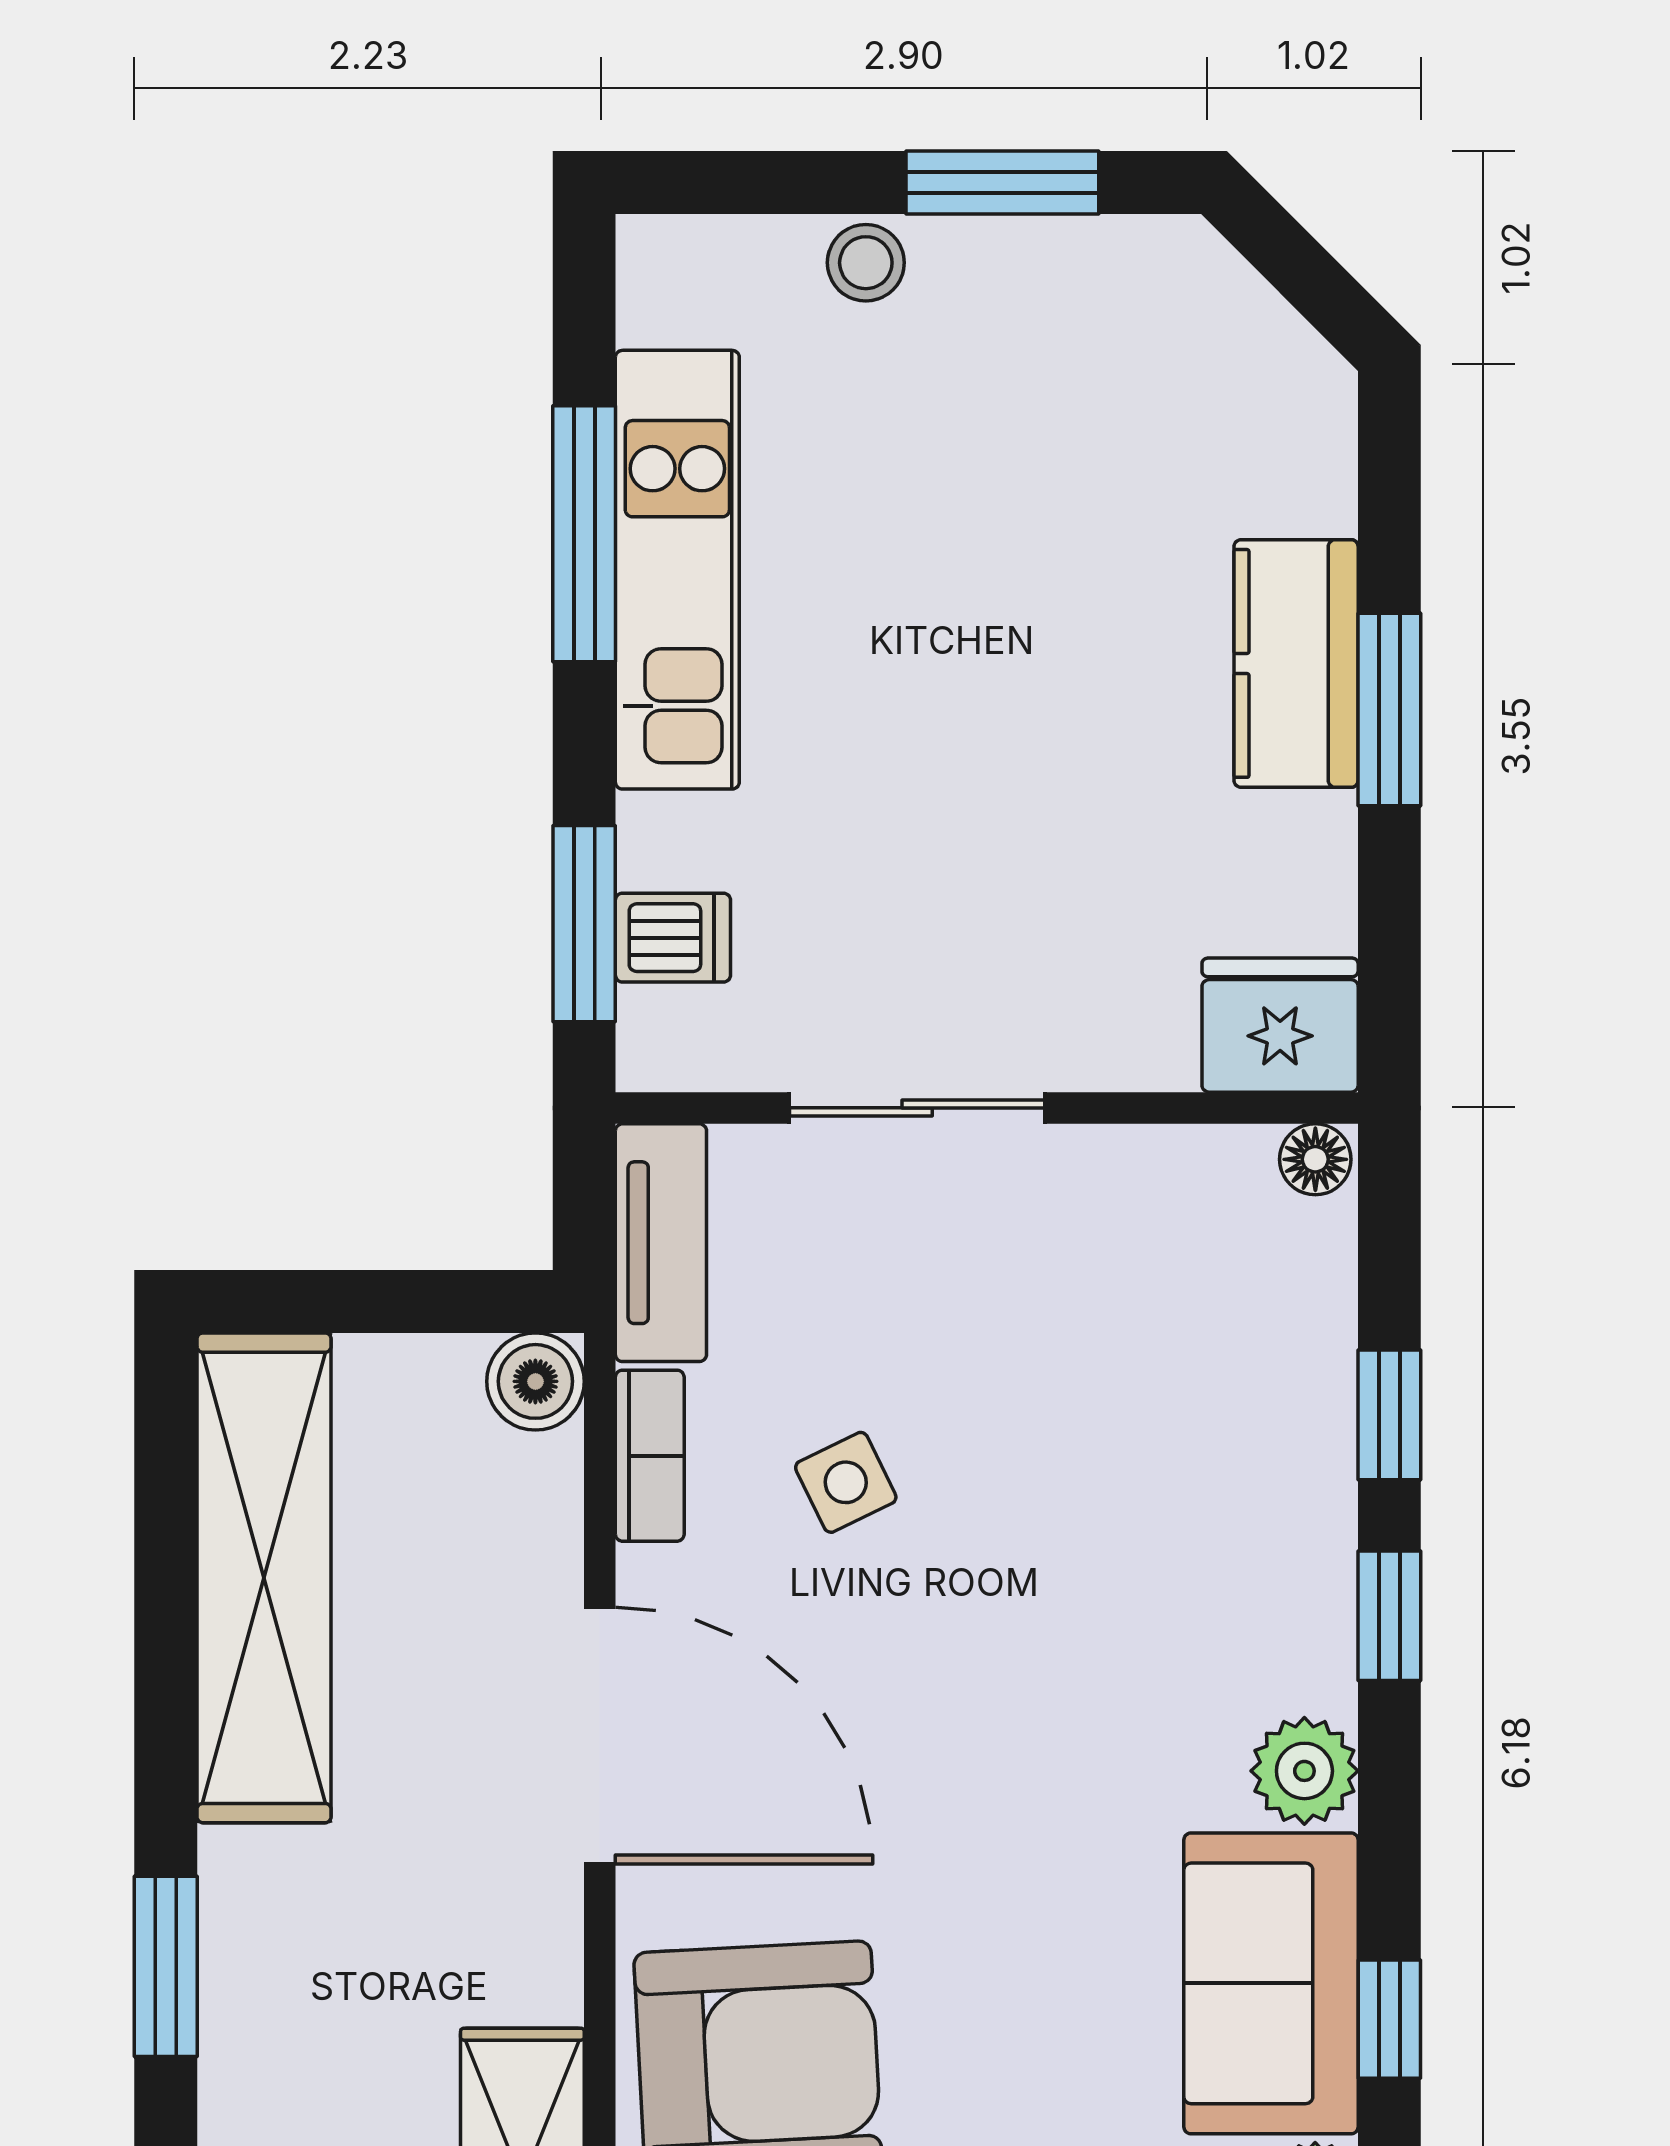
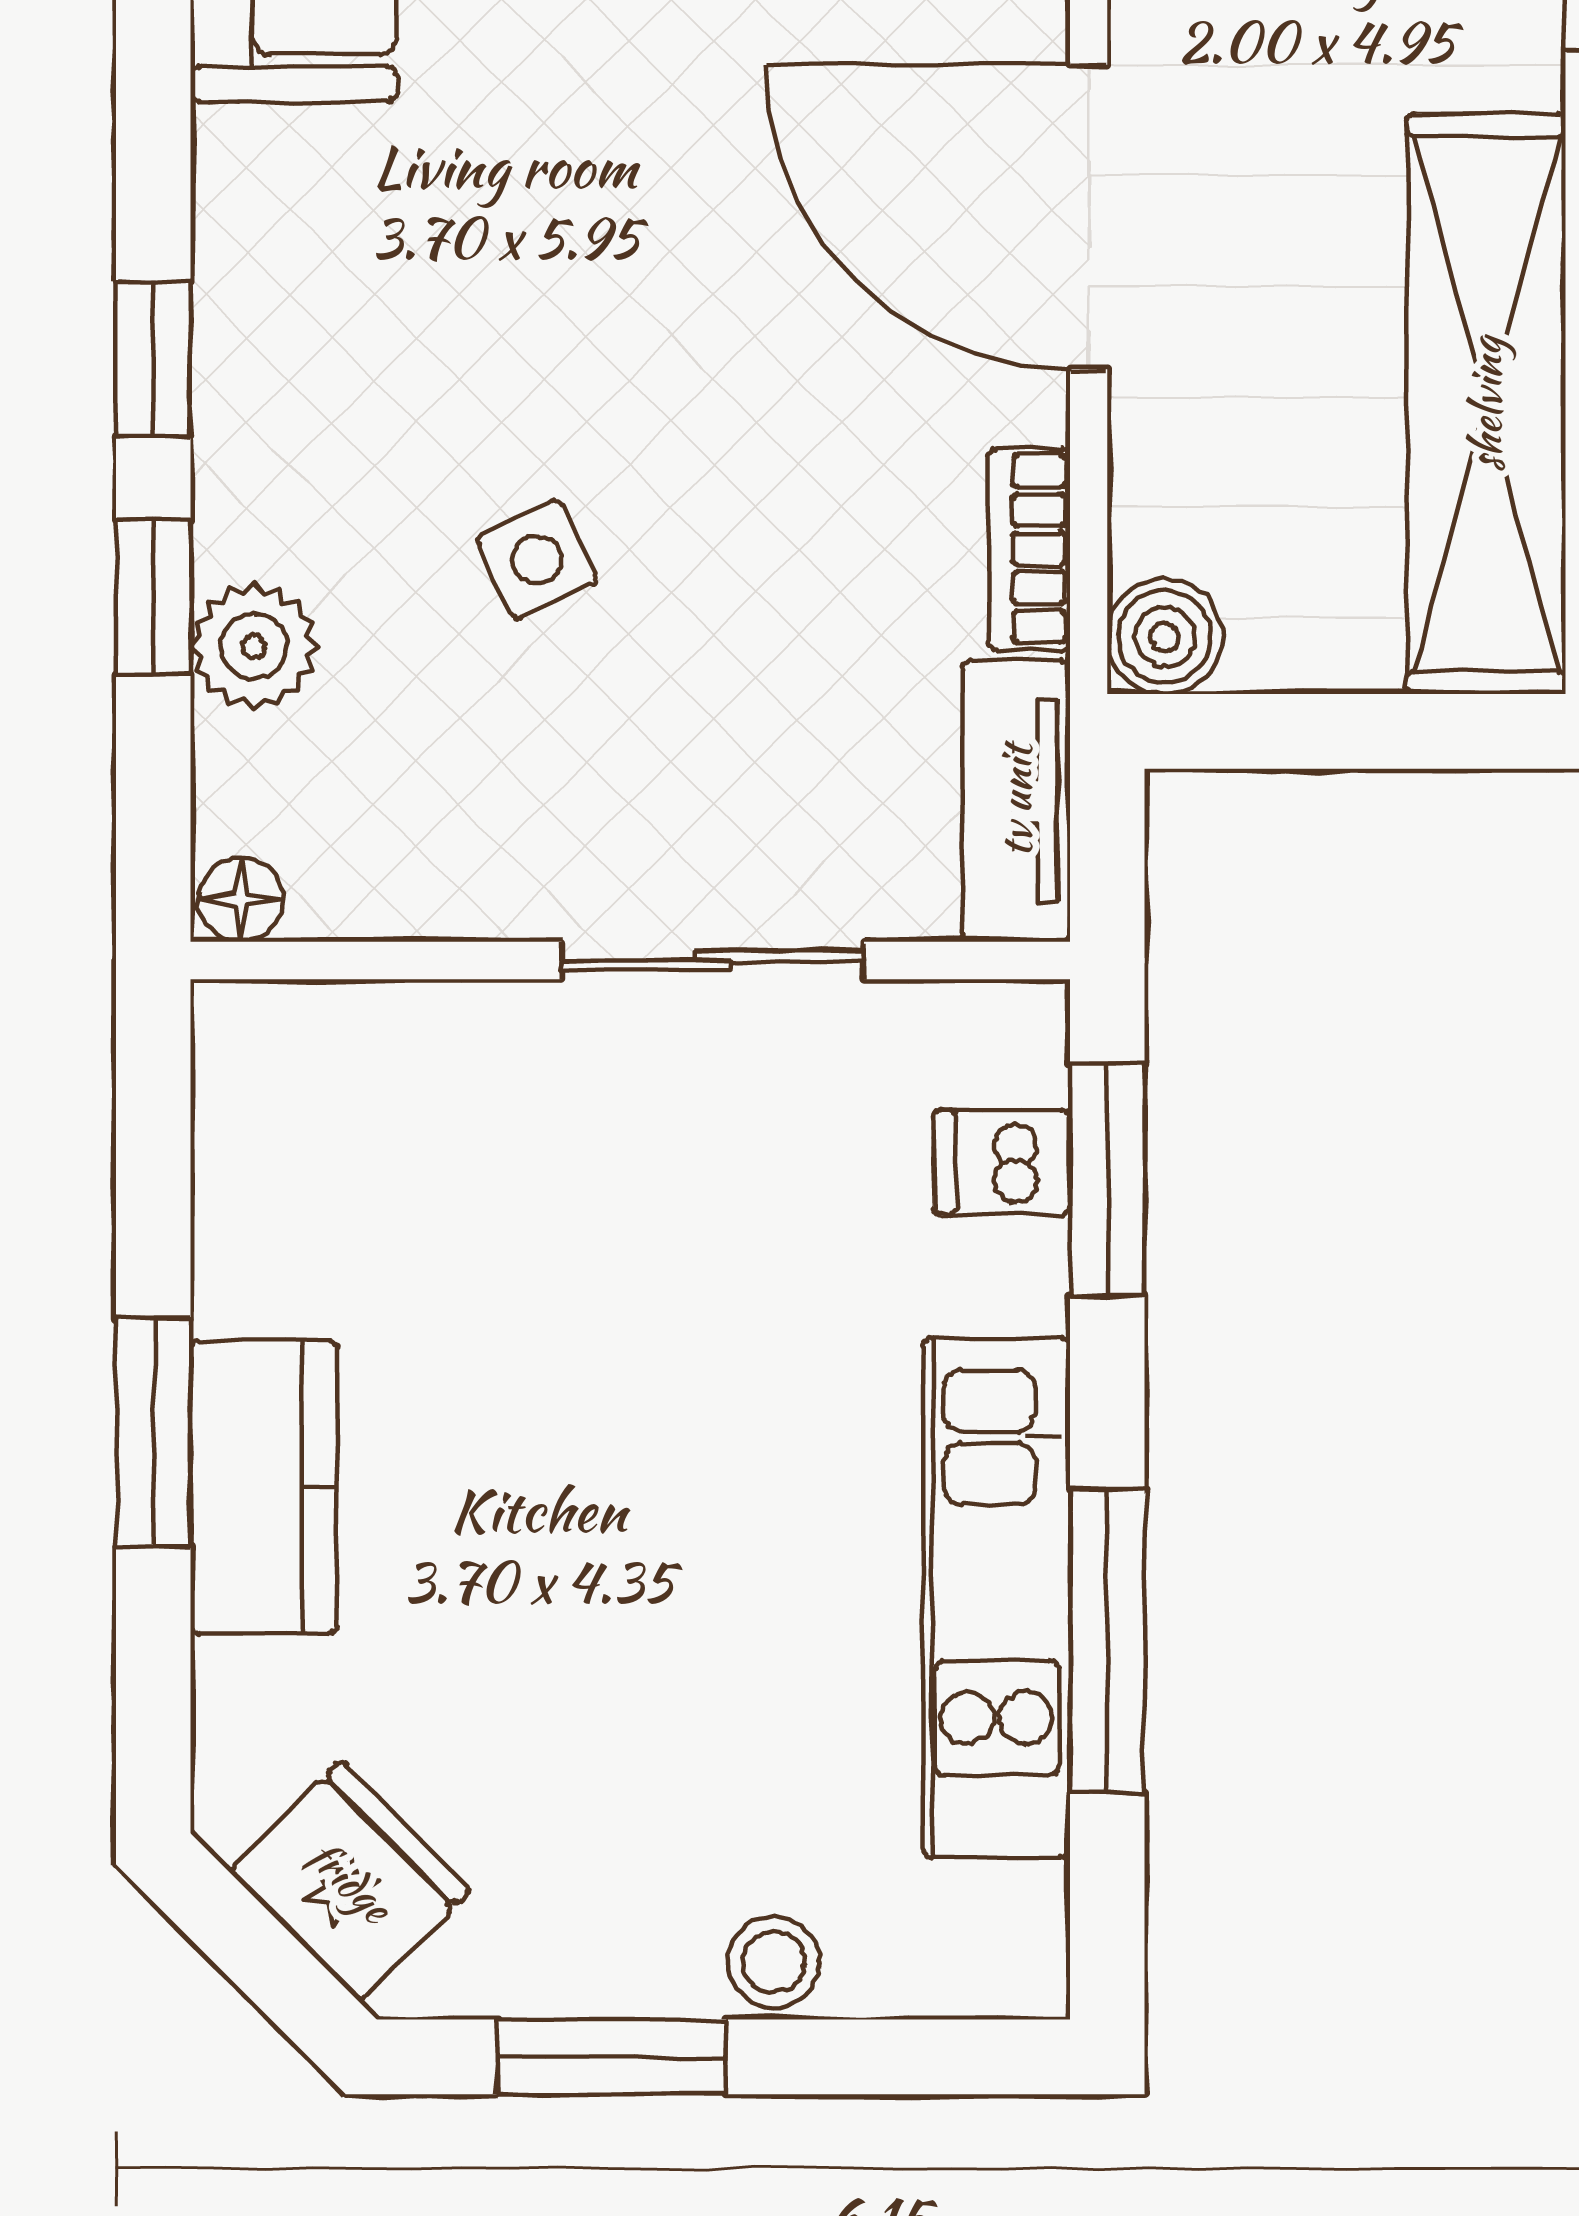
fridge: (1280, 1025) -> (350, 1881), moved, turned -135
side table: (846, 1482) -> (537, 559), moved
plant: (1304, 1771) -> (254, 647), moved

